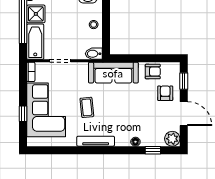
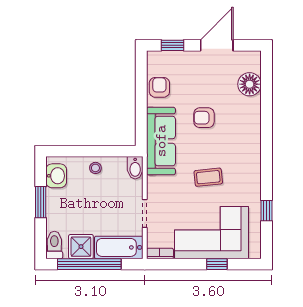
armchair: (165, 93) -> (204, 118), moved
plant: (172, 139) -> (251, 61), removed
tv unit: (96, 141) -> (254, 165), removed
floor lamp: (135, 142) -> (250, 84), moved, width x1.89, depth x1.89
window: (153, 150) -> (266, 211), moved

